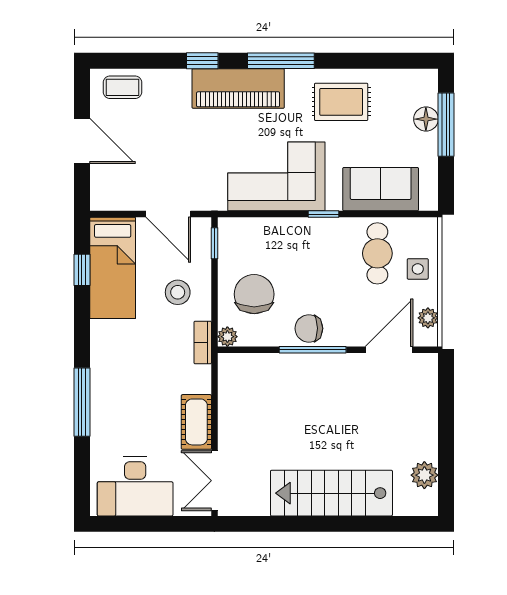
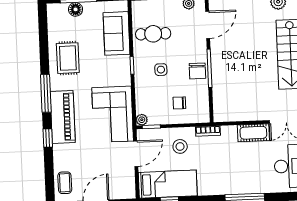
corner sofa: (276, 176) -> (113, 114), moved
side table: (418, 269) -> (161, 70), moved
chair: (254, 294) -> (179, 103), width x0.54, depth x0.54
plant: (227, 337) -> (142, 120), moved
door: (389, 350) -> (208, 25), swing flipped

